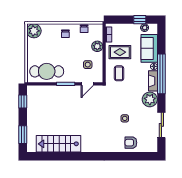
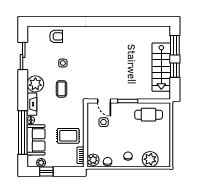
plant: (34, 31) -> (150, 159), moved
plant: (97, 46) -> (93, 160), moved
cafe table: (47, 71) -> (149, 115), width x0.73, depth x0.74
coffee table: (119, 73) -> (61, 89), moved
window: (161, 74) -> (23, 132), moved
door: (87, 84) -> (104, 101), swing flipped
window: (23, 102) -> (175, 70), moved
stairs: (59, 144) -> (161, 67), moved, turned 90

